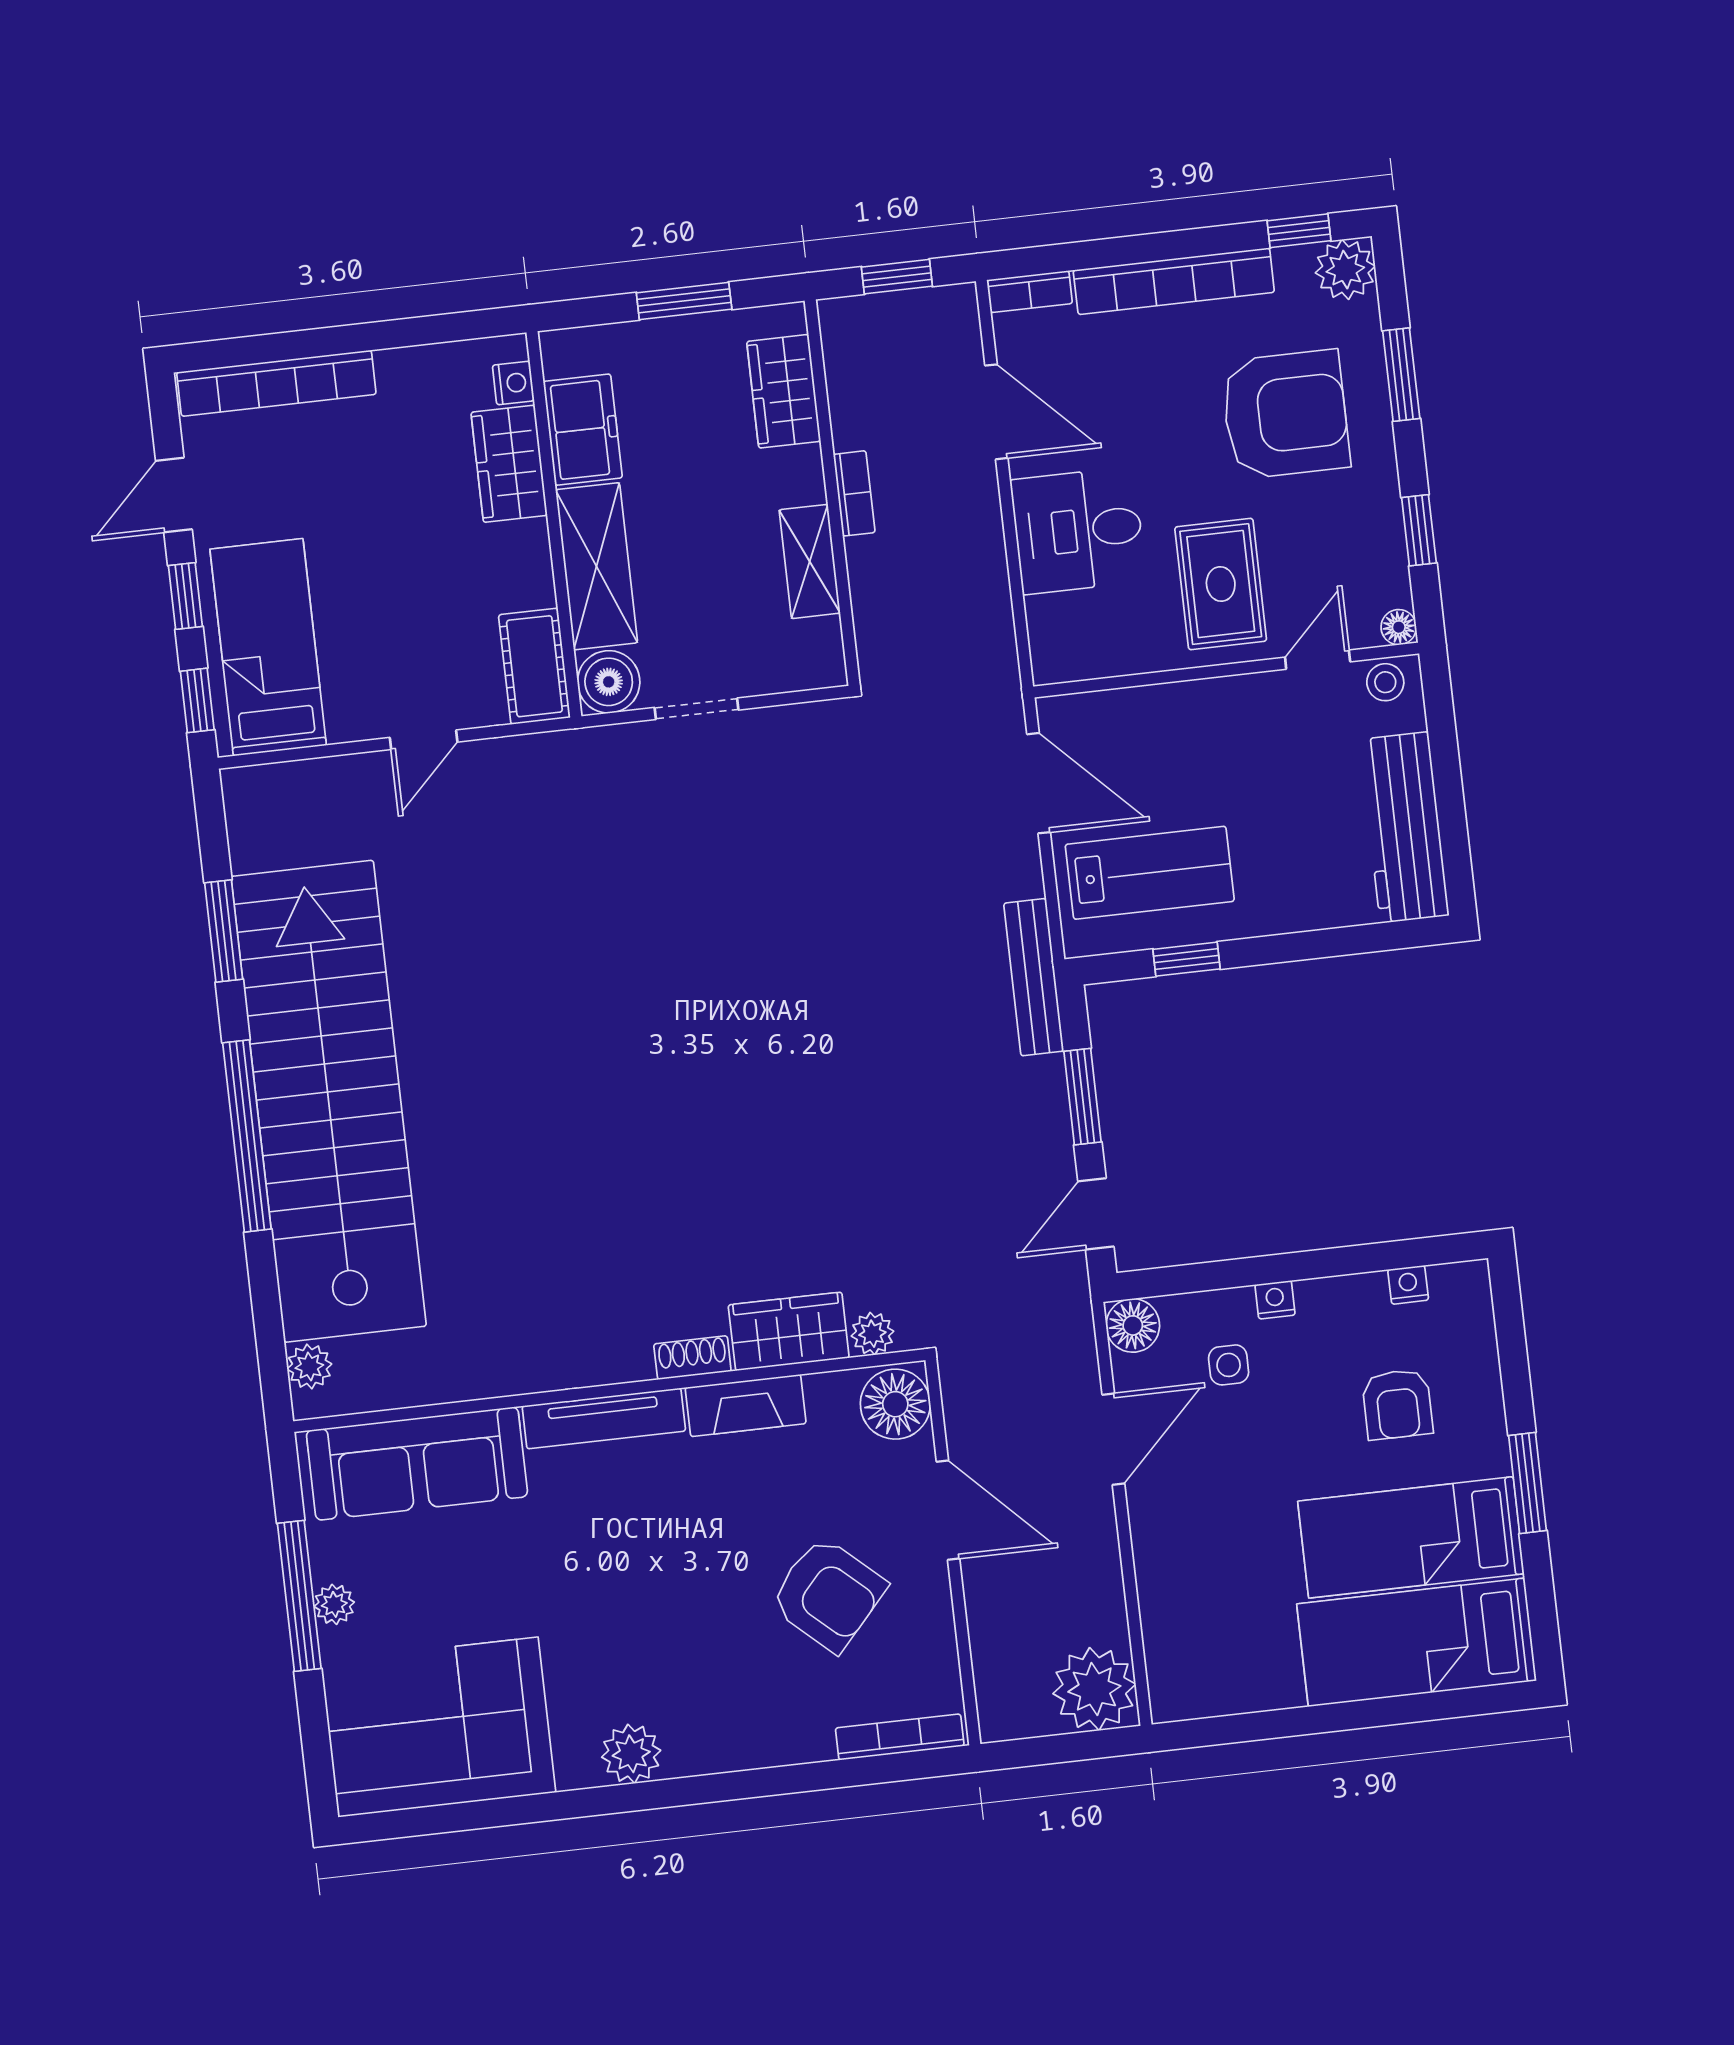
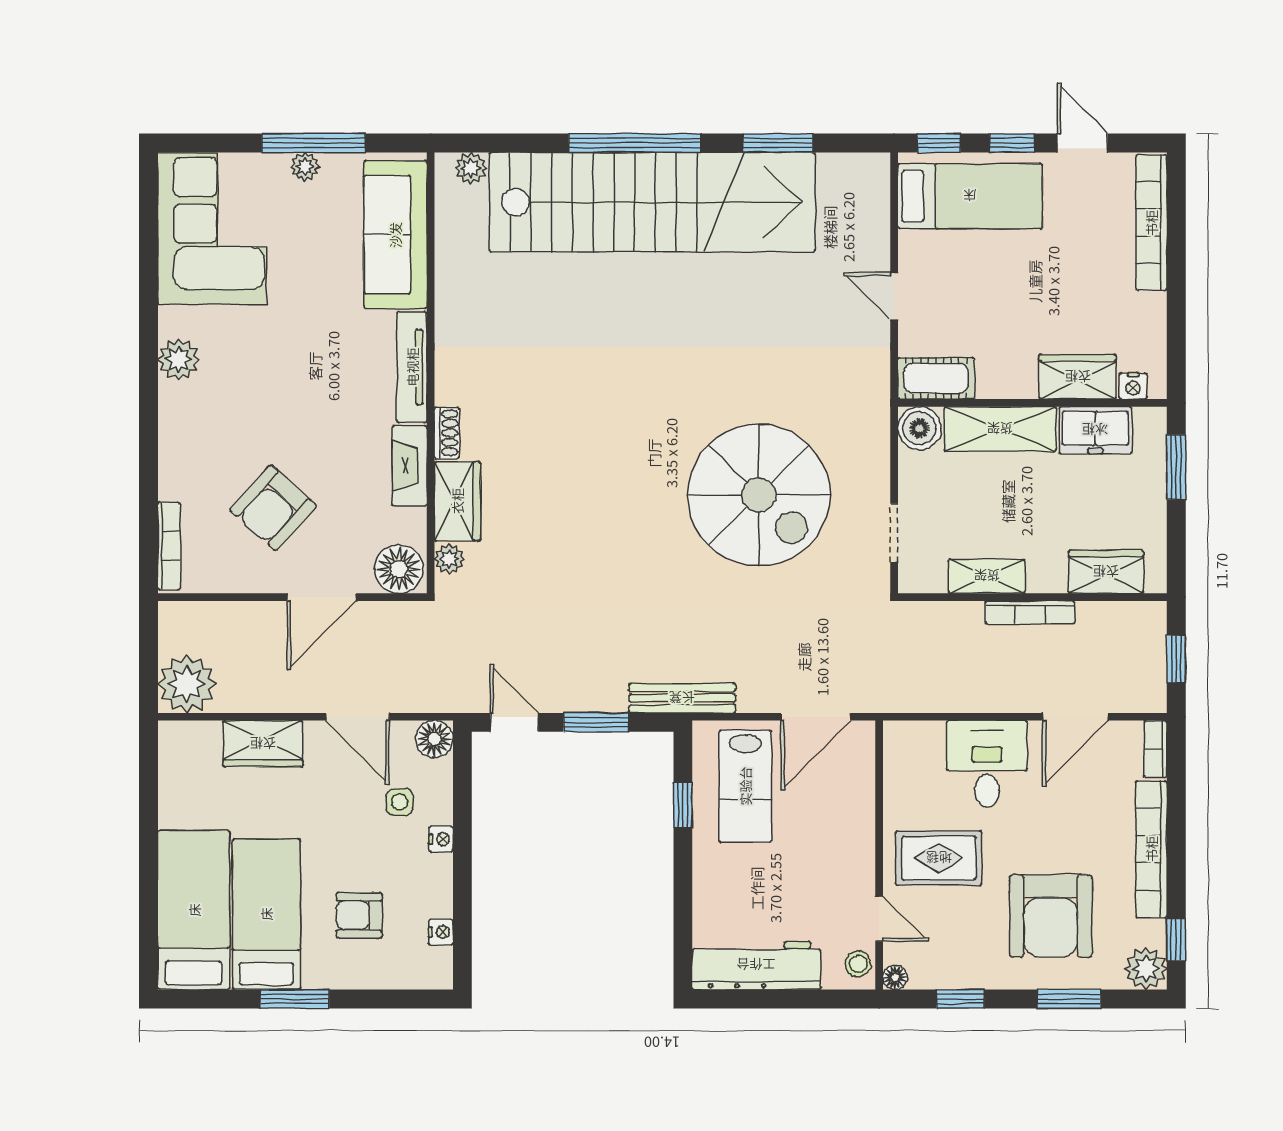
window: (684, 301) -> (1176, 467), moved
bookcase: (854, 493) -> (1030, 612), width x1.56
doorway: (697, 709) -> (894, 533), moved
spiral stairs: (730, 901) -> (759, 495), added
wardrobe: (1167, 1570) -> (263, 744), added

